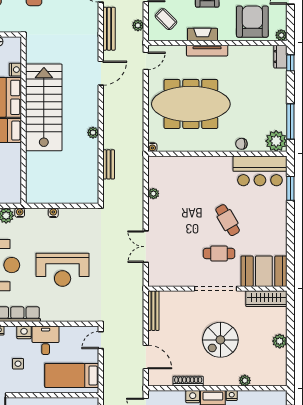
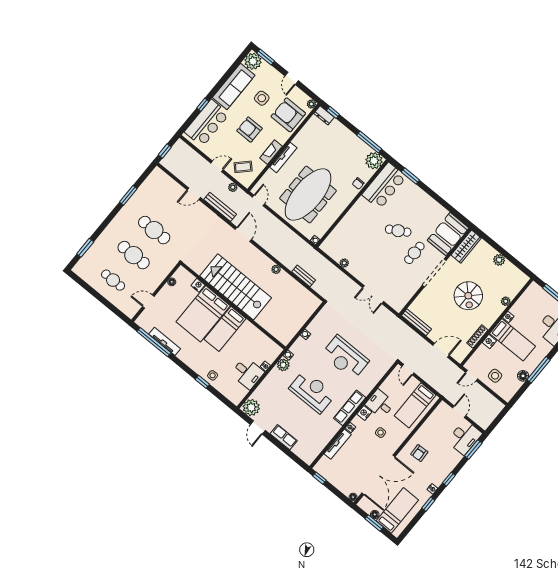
reception desk: (63, 270) -> (345, 358), turned 90

